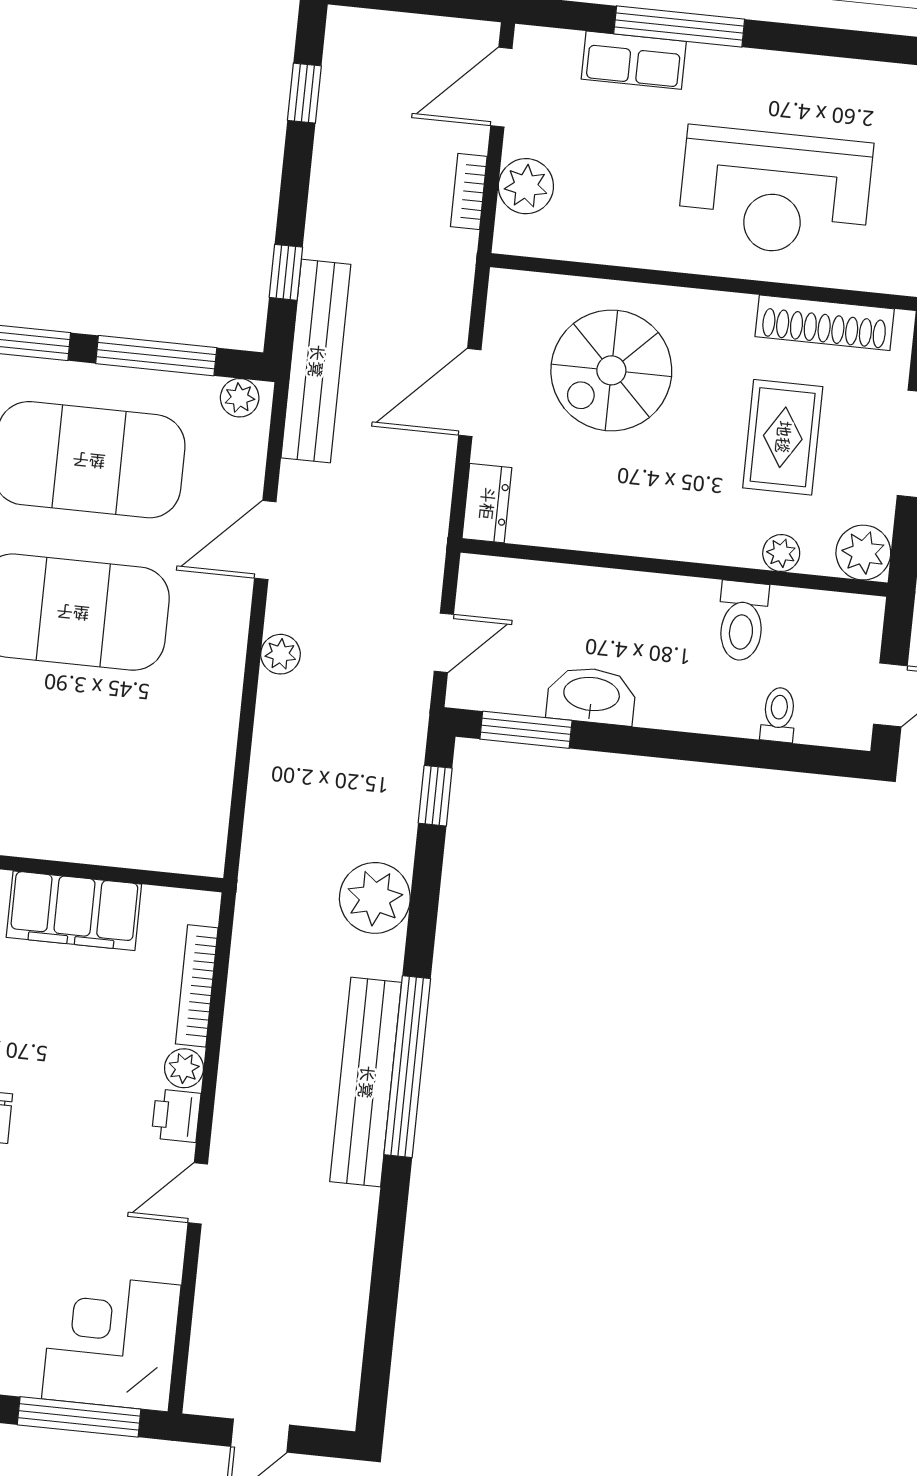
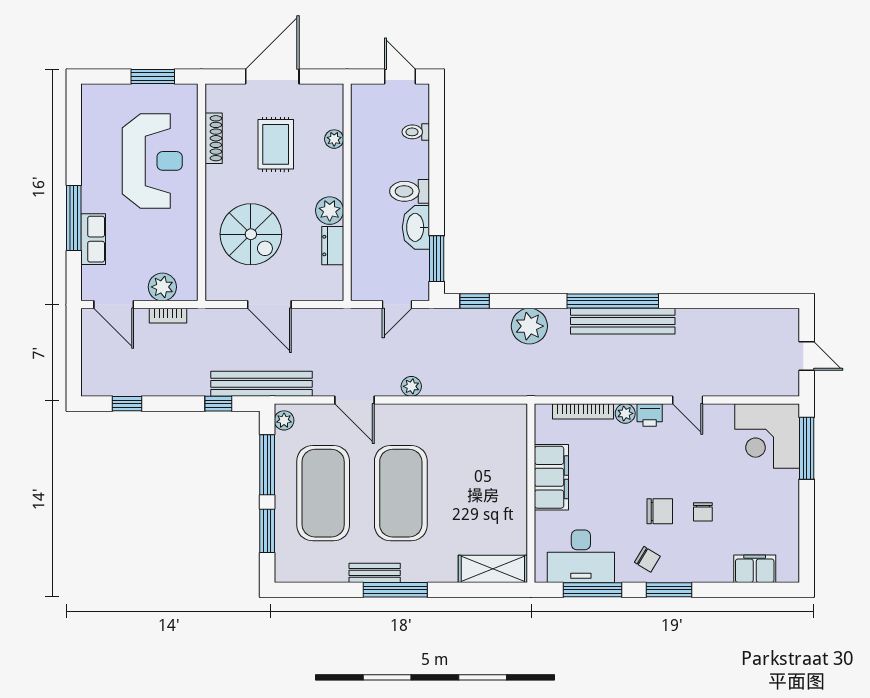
shoe rack: (825, 323) -> (214, 138), width x0.74, depth x0.81
rug: (783, 437) -> (276, 144), turned 90
dresser: (487, 503) -> (333, 246), moved, turned -90
plant: (863, 553) -> (330, 211), moved
toilet: (742, 621) -> (410, 191), moved, turned 180
door: (444, 643) -> (397, 305), swing flipped

